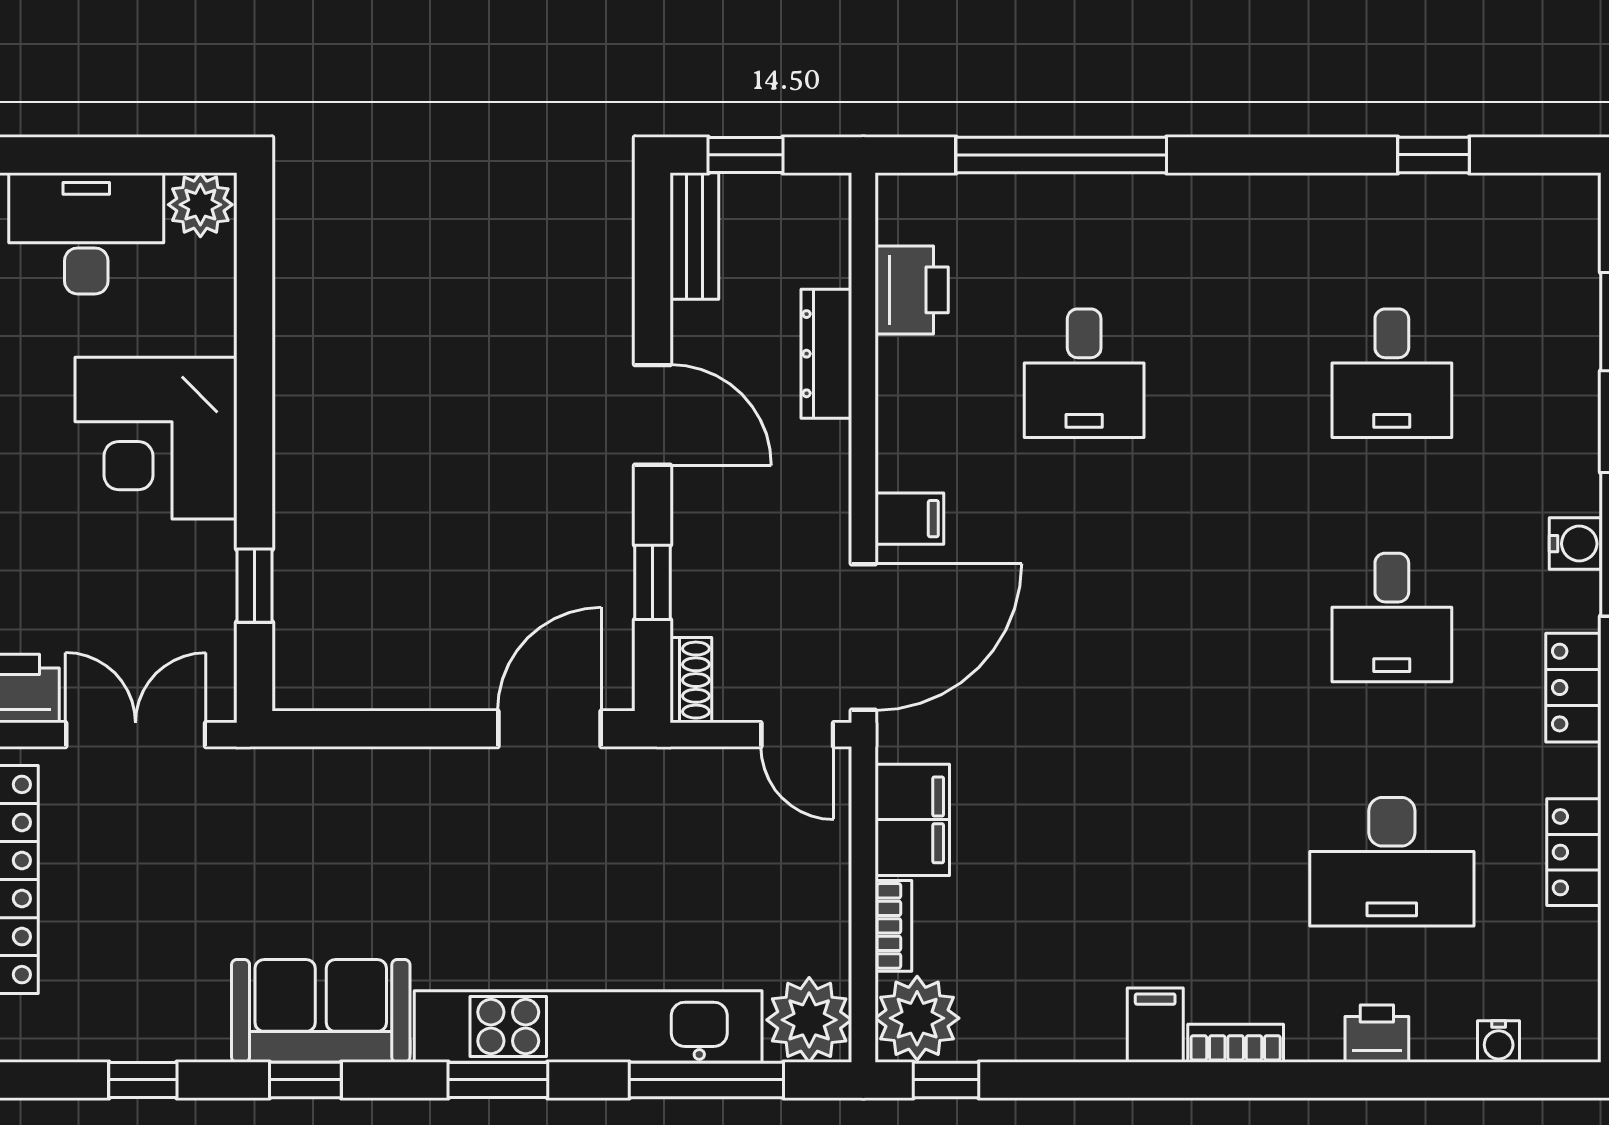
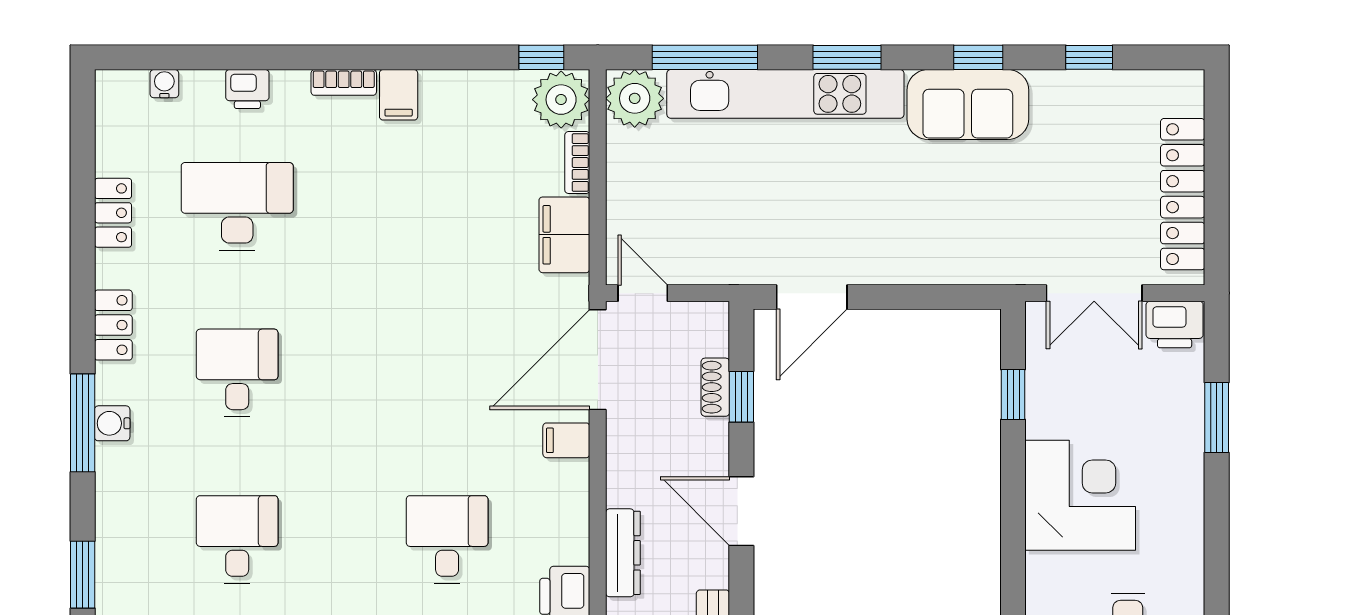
shoe rack: (691, 680) -> (715, 387), moved

